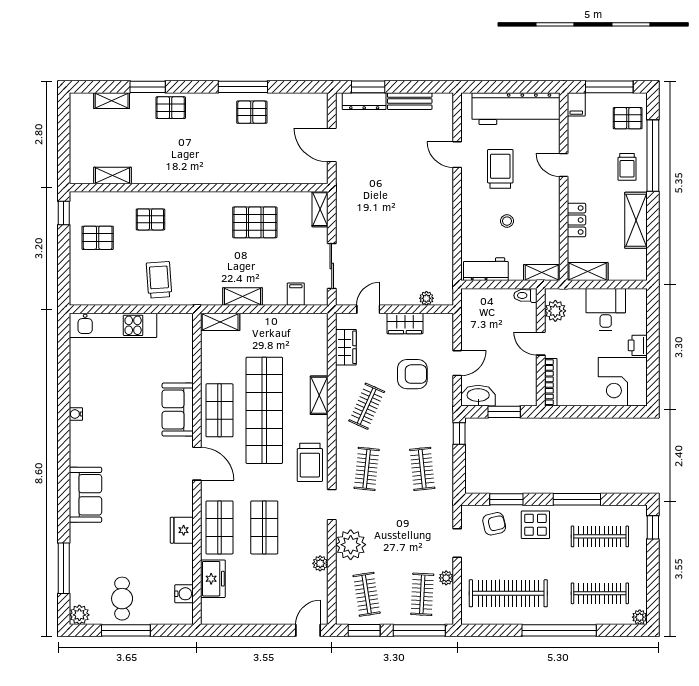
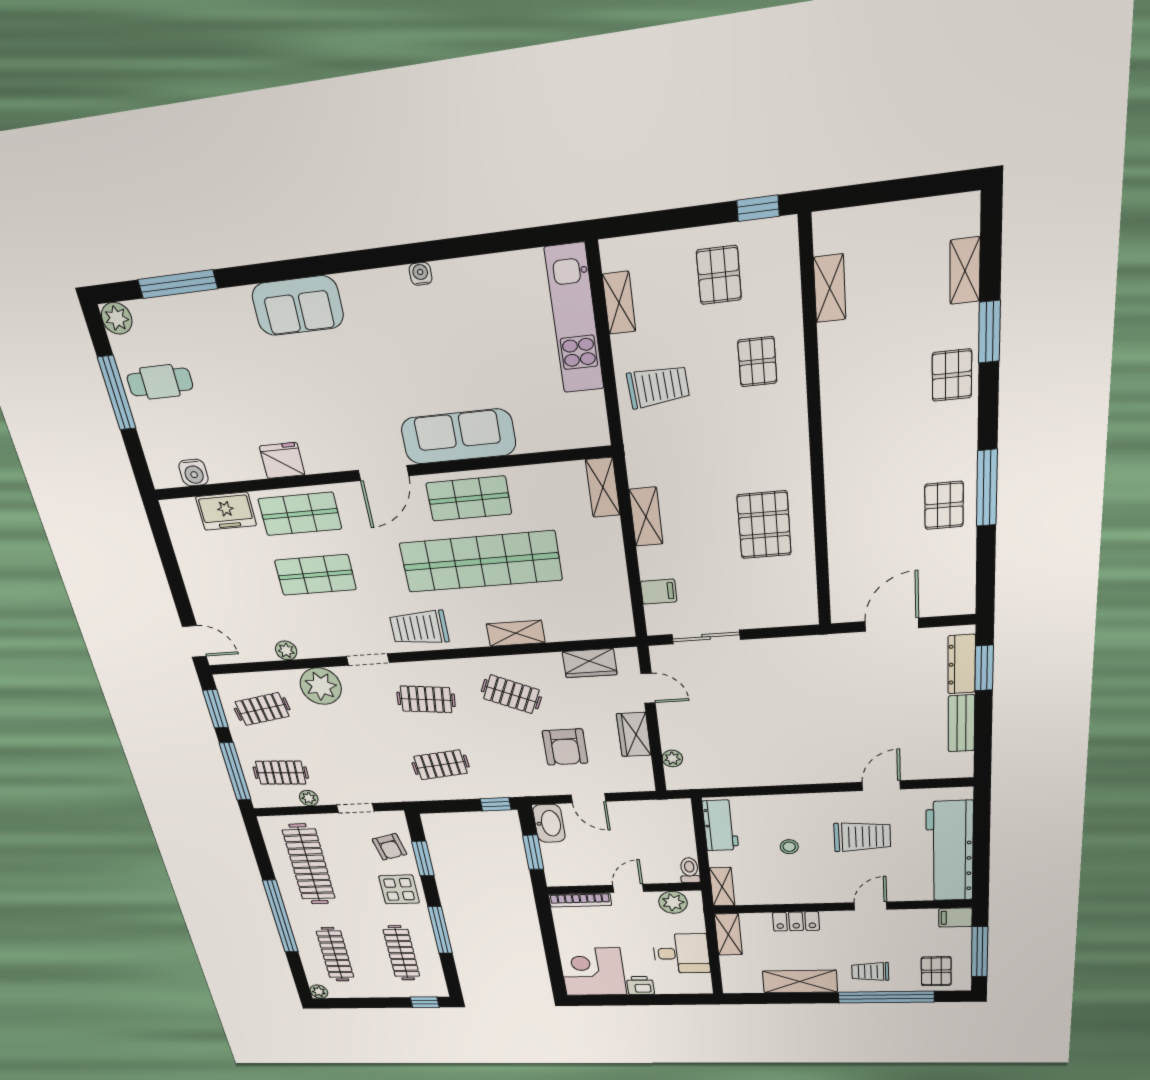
shelving: (320, 209) -> (619, 303), moved, turned 90
sofa: (178, 410) -> (458, 437), width x1.36

